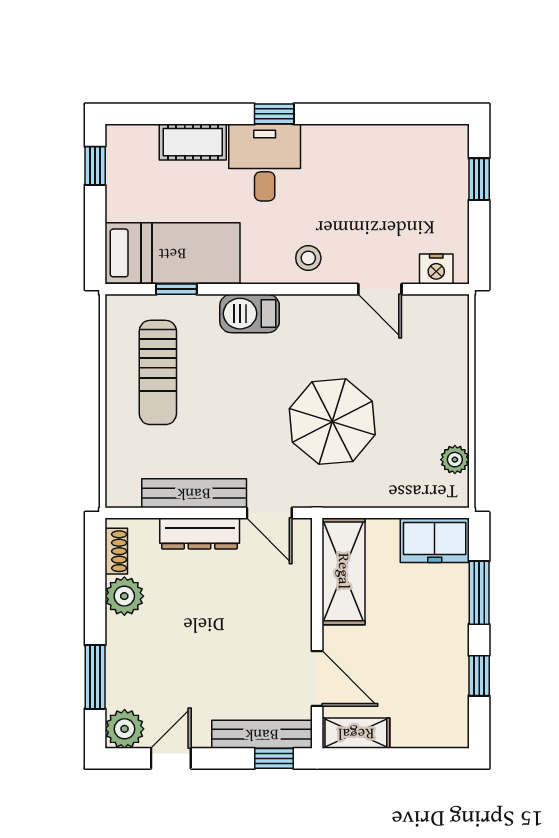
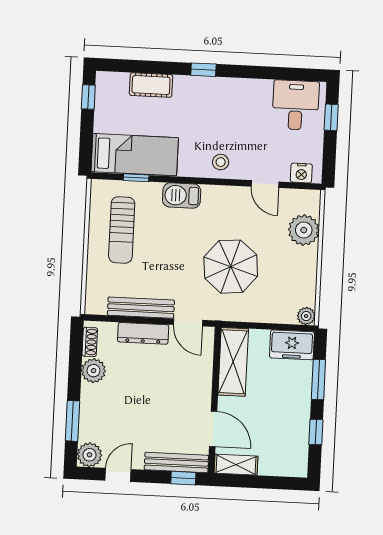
desk: (265, 162) -> (296, 105), moved
plant: (444, 359) -> (304, 230), added
plant: (455, 460) -> (306, 316), moved

